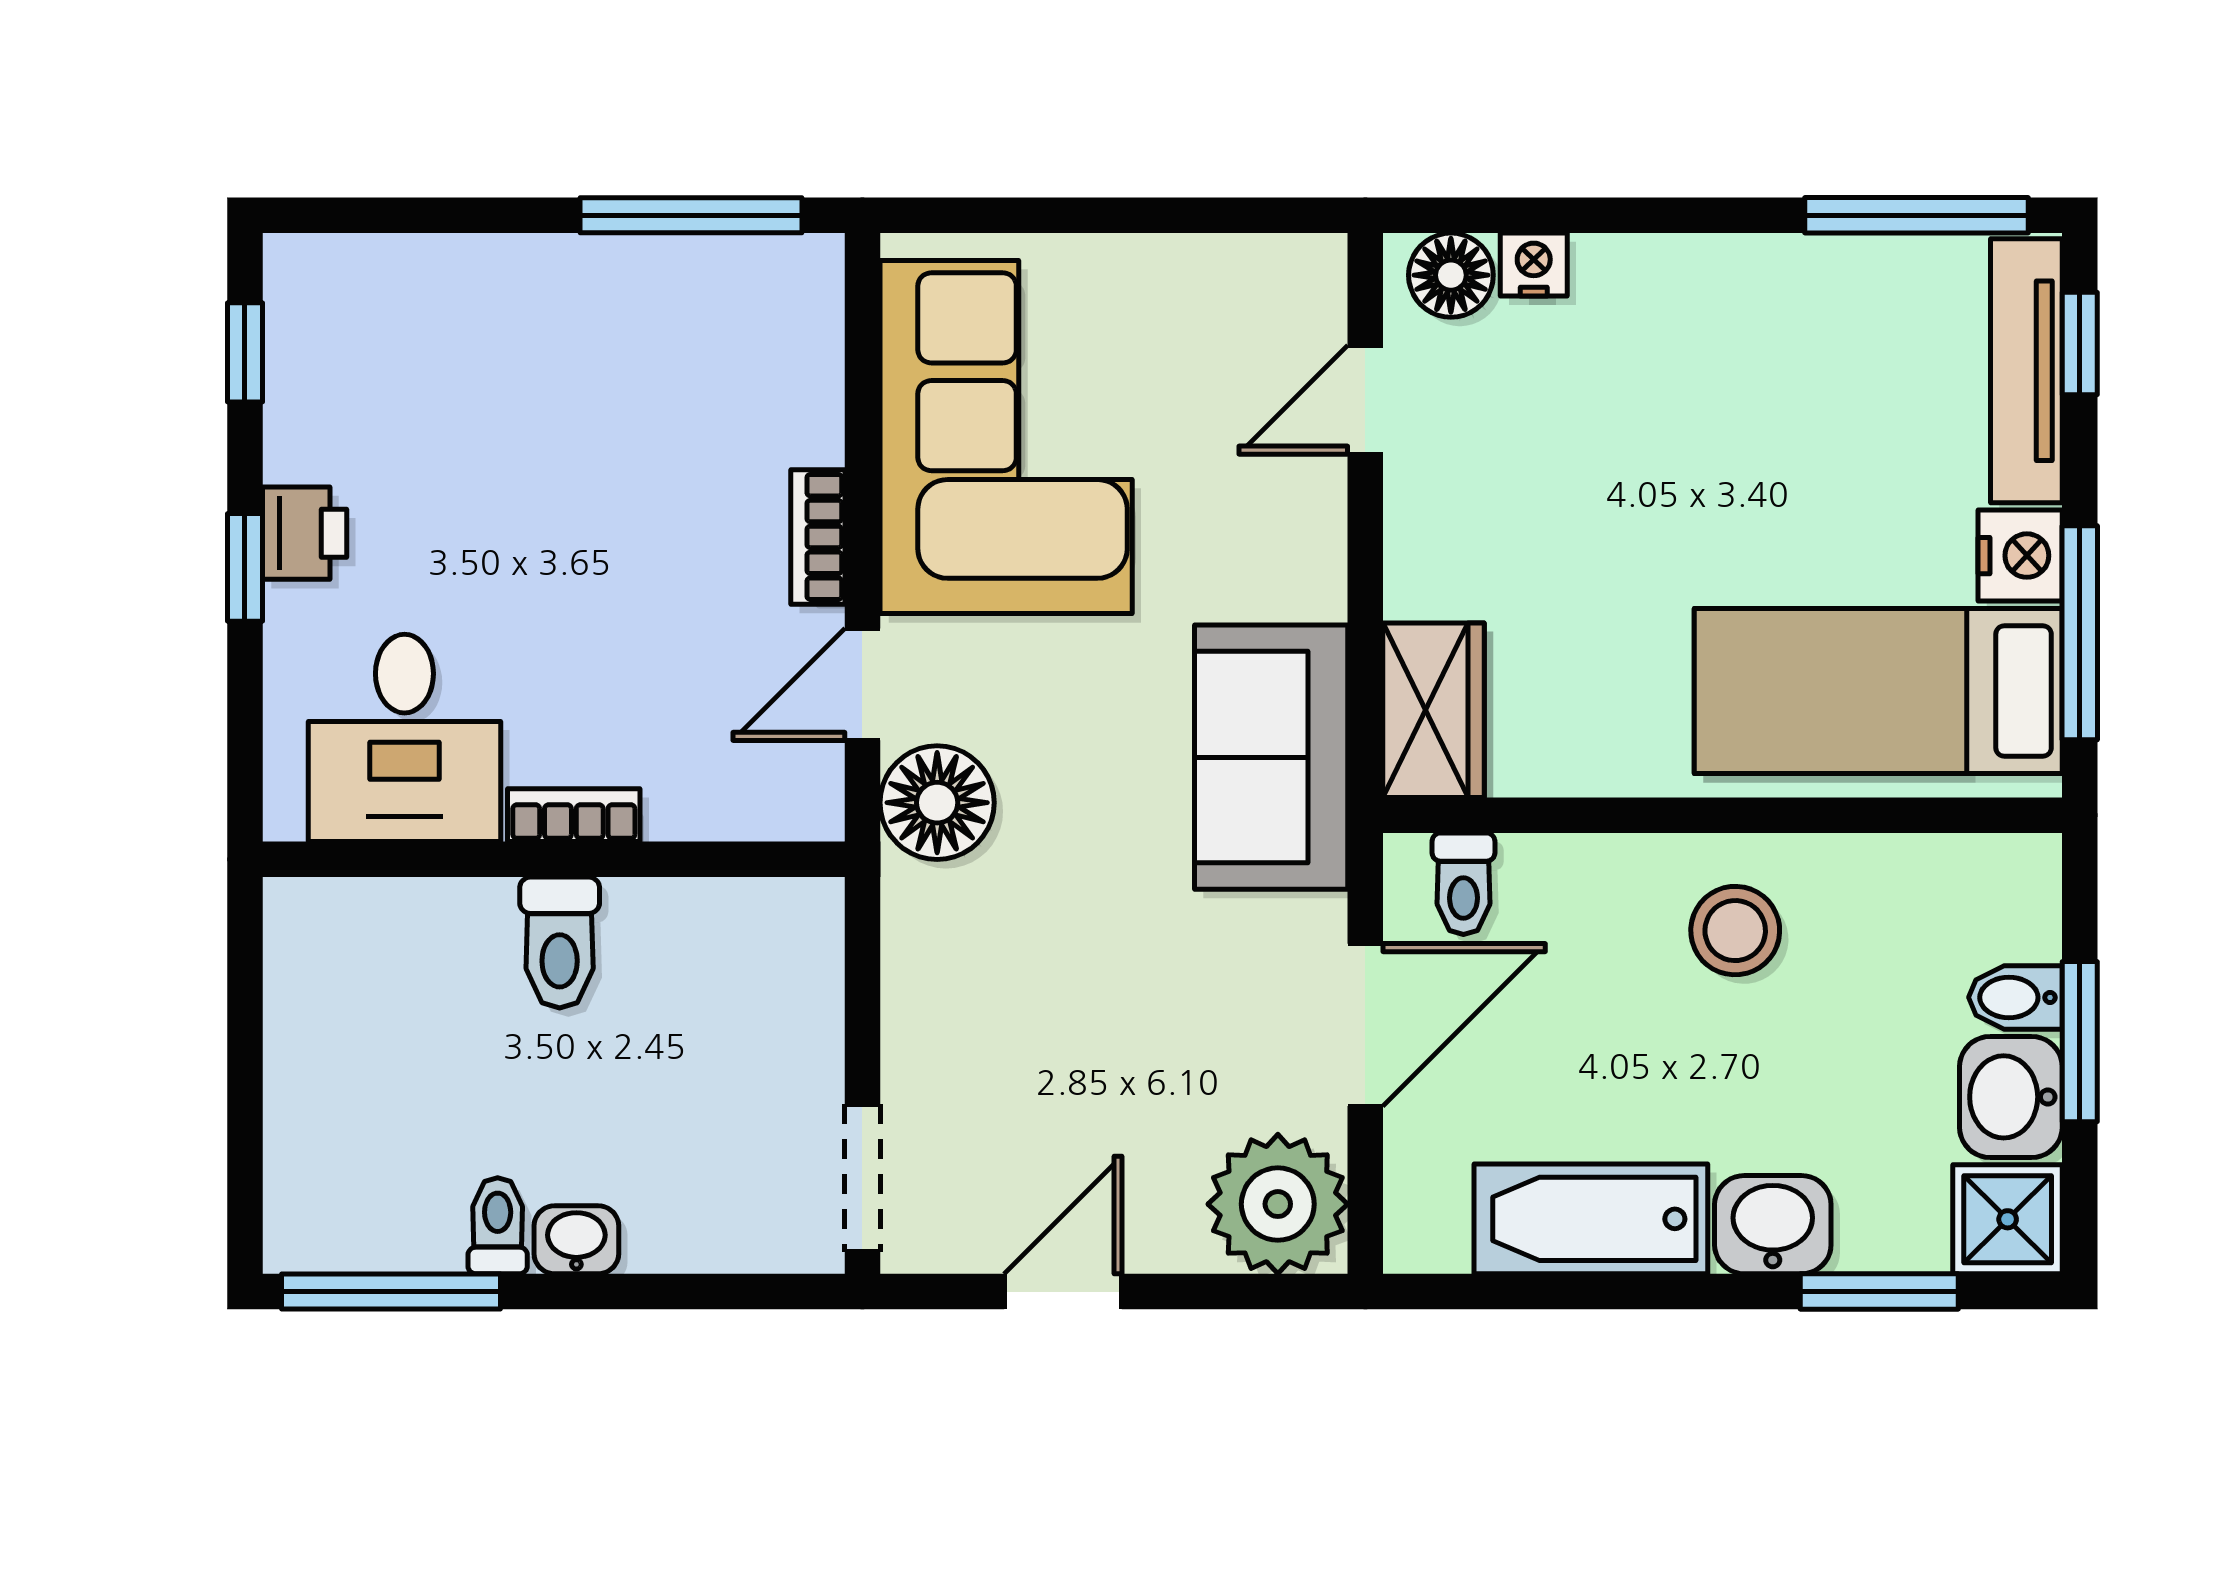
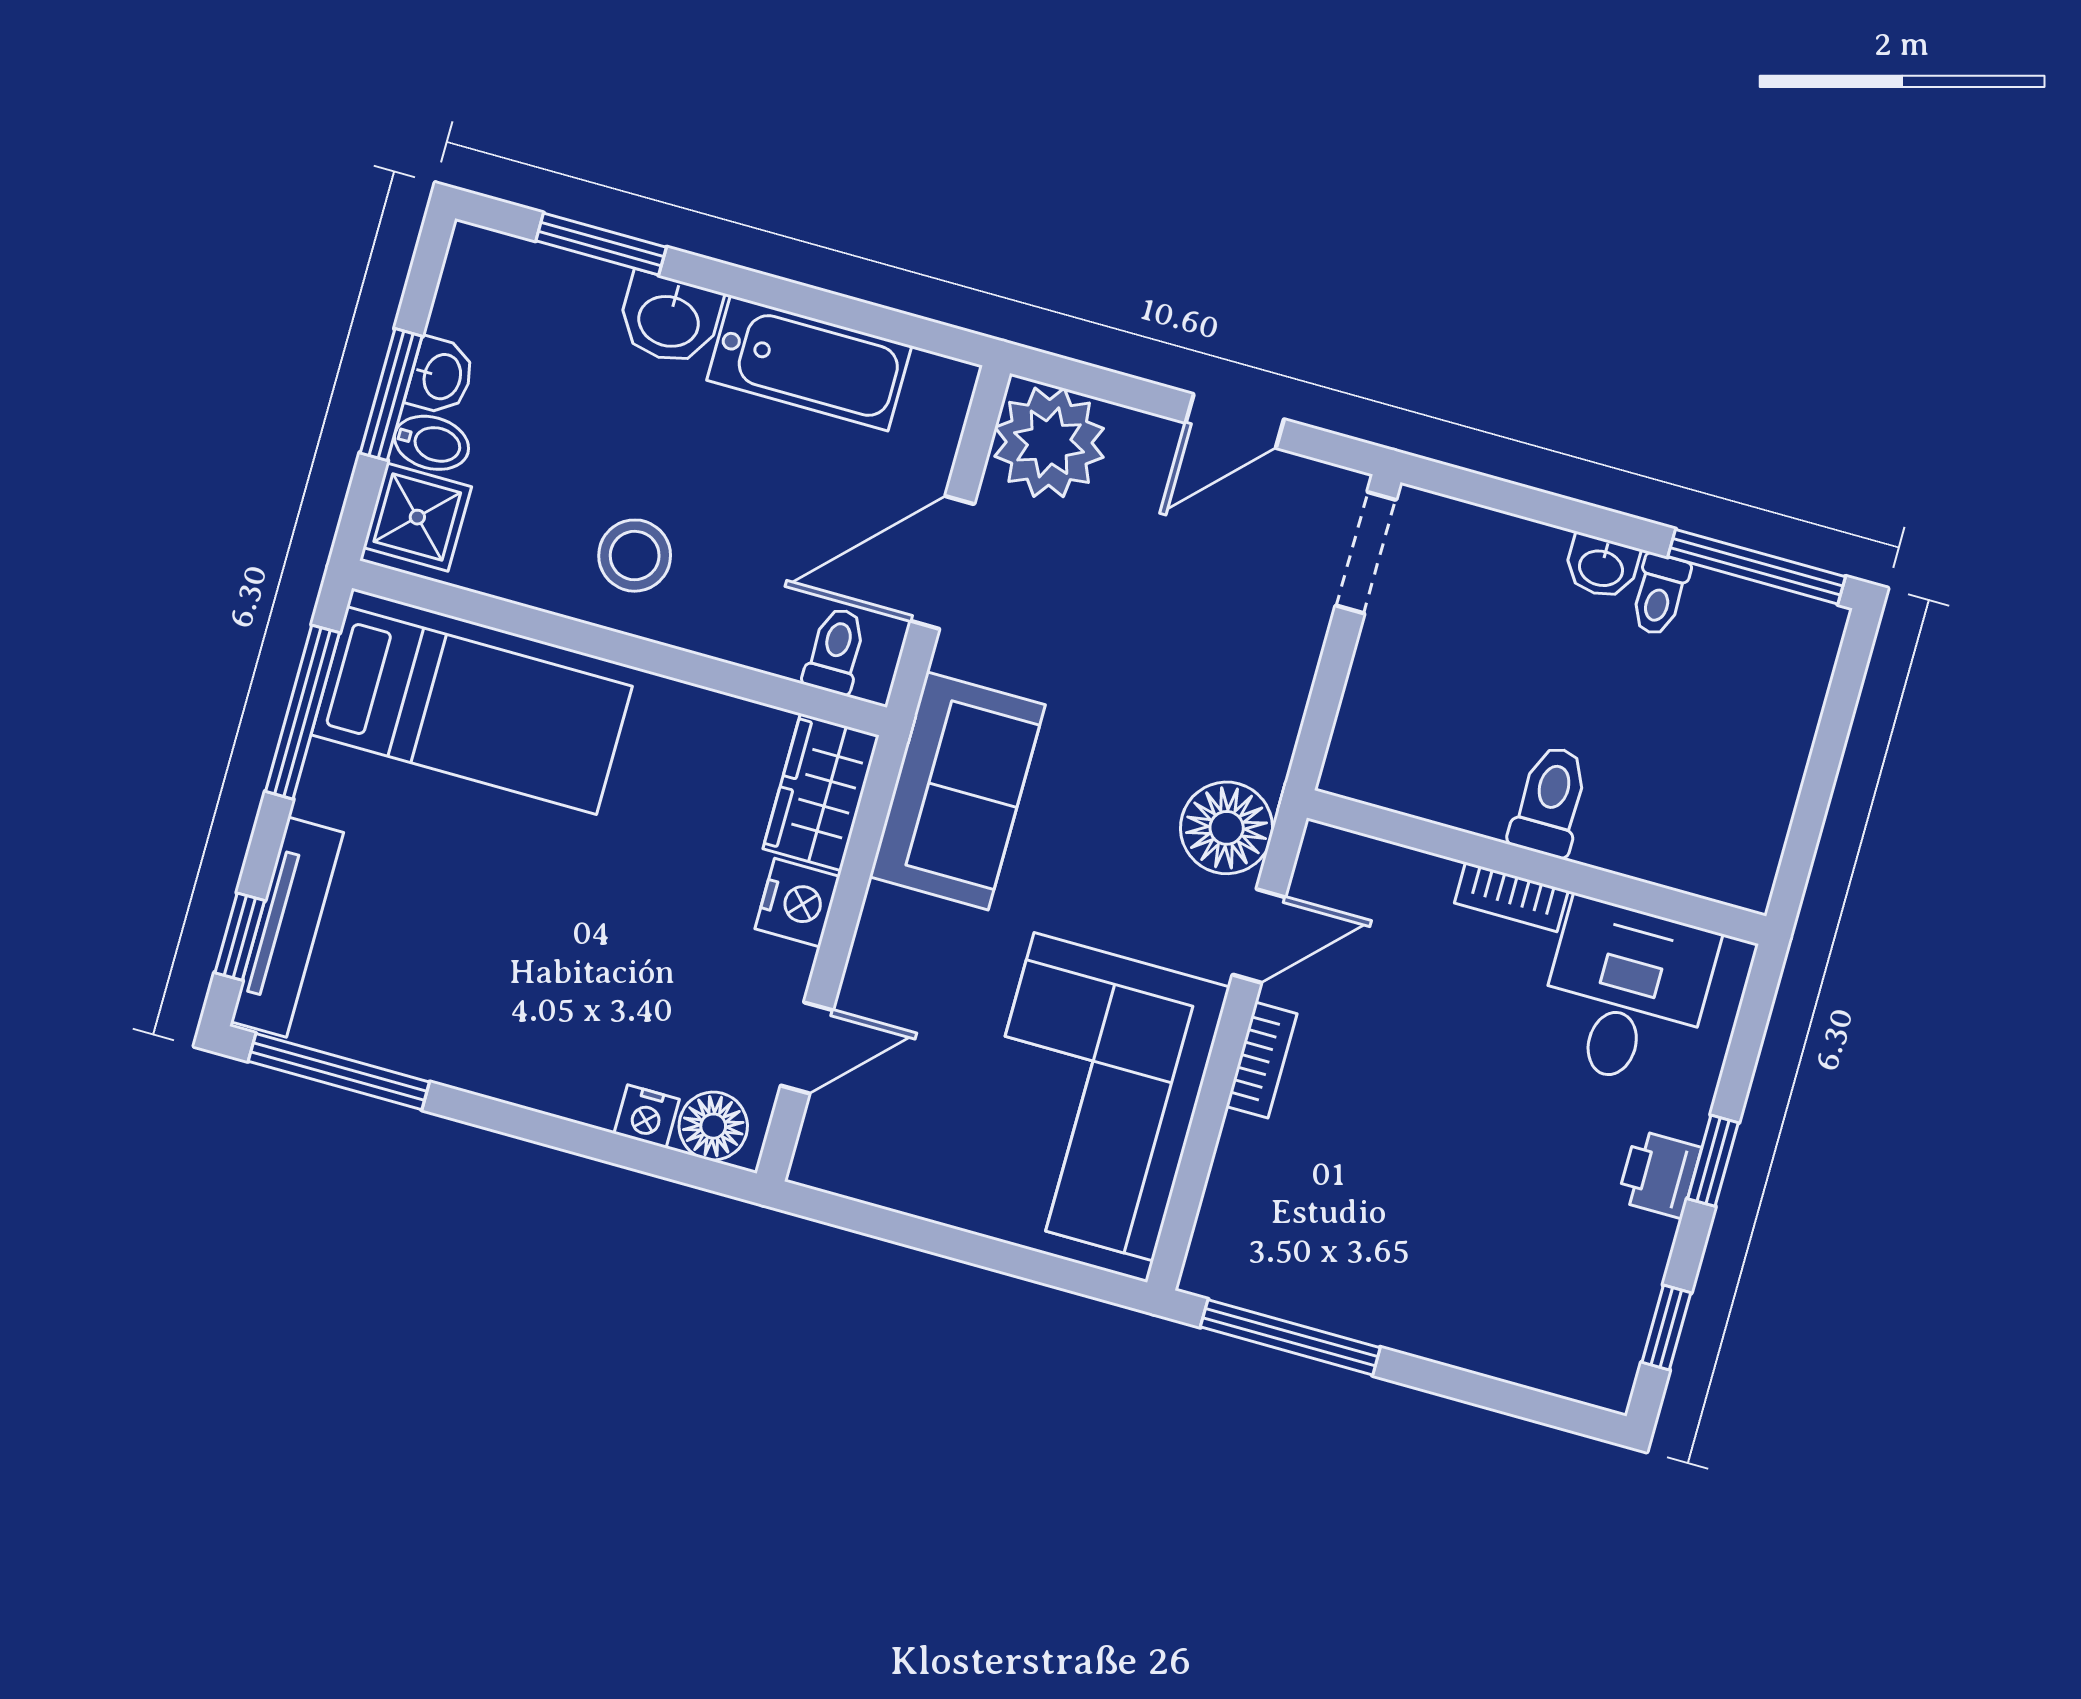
nightstand: (2020, 556) -> (797, 903), moved, turned 180
washbasin: (2011, 1097) -> (441, 376), width x0.72, depth x0.69
shower: (2008, 1219) -> (417, 517), moved

